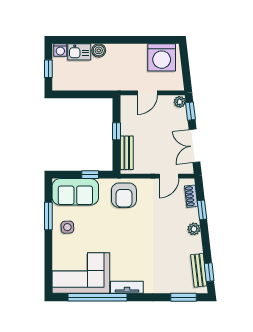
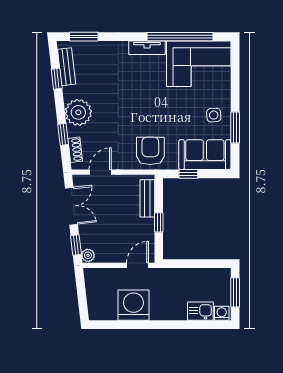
boiler: (99, 50) -> (179, 313), removed
washing machine: (162, 57) -> (133, 305), moved
window: (48, 69) -> (235, 292), width x1.50
door: (148, 93) -> (138, 265), moved
plant: (194, 229) -> (78, 112), width x1.87, depth x1.87
window: (209, 272) -> (57, 79), moved

